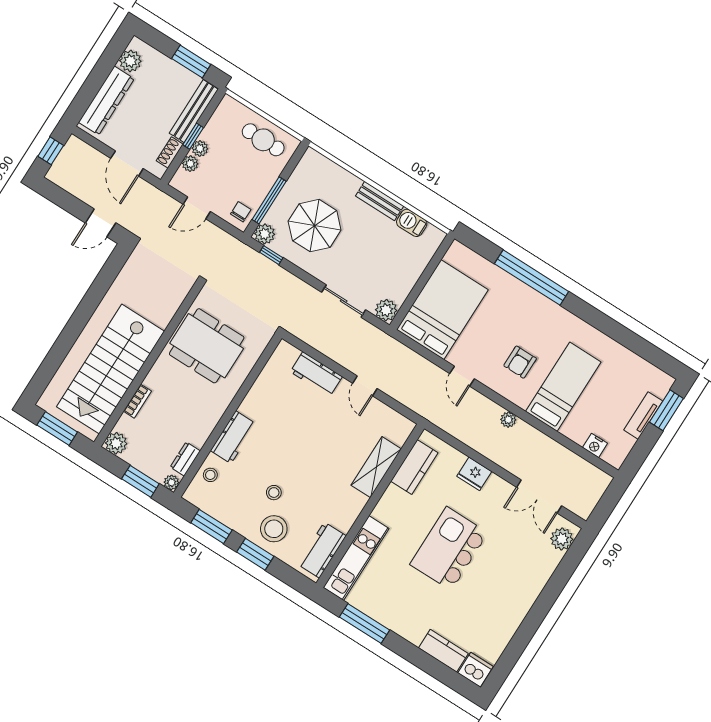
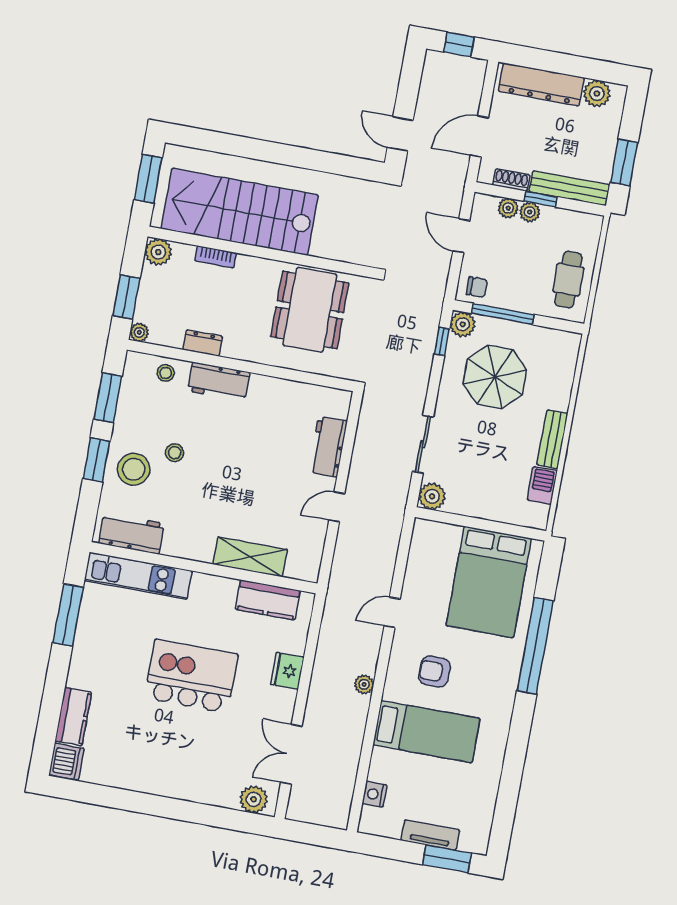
bed: (442, 310) -> (489, 582), moved, turned 90
dresser: (185, 459) -> (203, 343), moved

